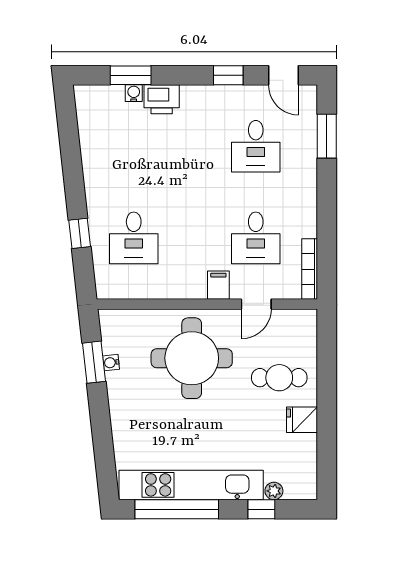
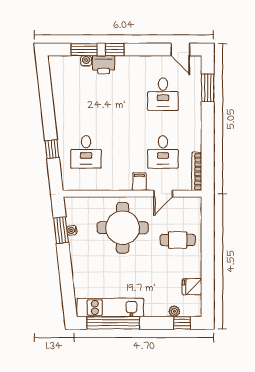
window: (228, 75) -> (115, 50), moved
fridge: (302, 420) -> (192, 287), moved
kitchen unit: (191, 485) -> (110, 308), width x0.73
window: (261, 509) -> (182, 323), moved

